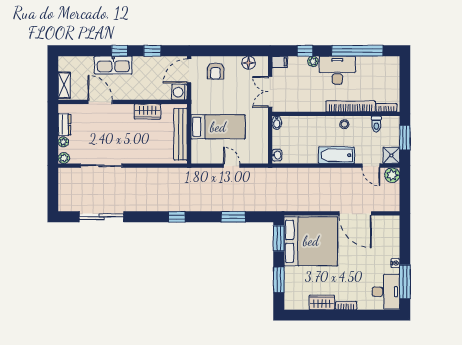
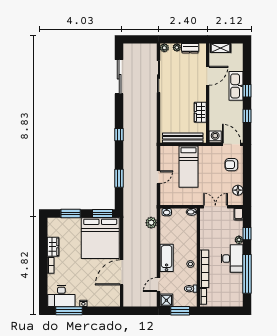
plant: (392, 175) -> (151, 223), moved

